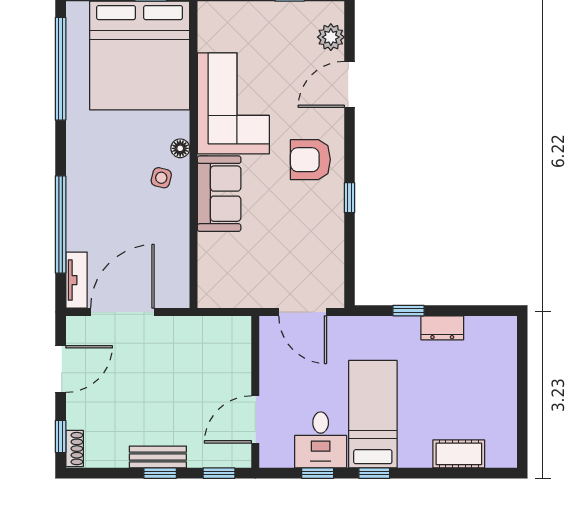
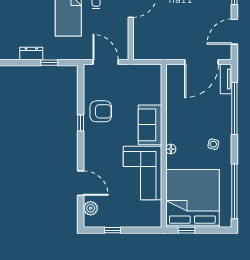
door: (349, 84) -> (81, 183), hinge flipped
armchair: (310, 160) -> (101, 111), moved
side table: (161, 178) -> (213, 144), moved

